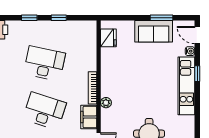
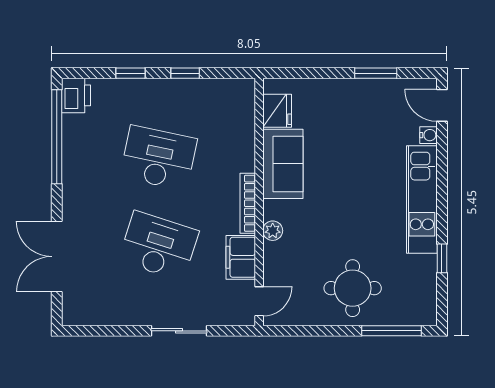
sofa: (154, 31) -> (283, 164), moved, turned -90
window: (197, 74) -> (442, 258), moved

